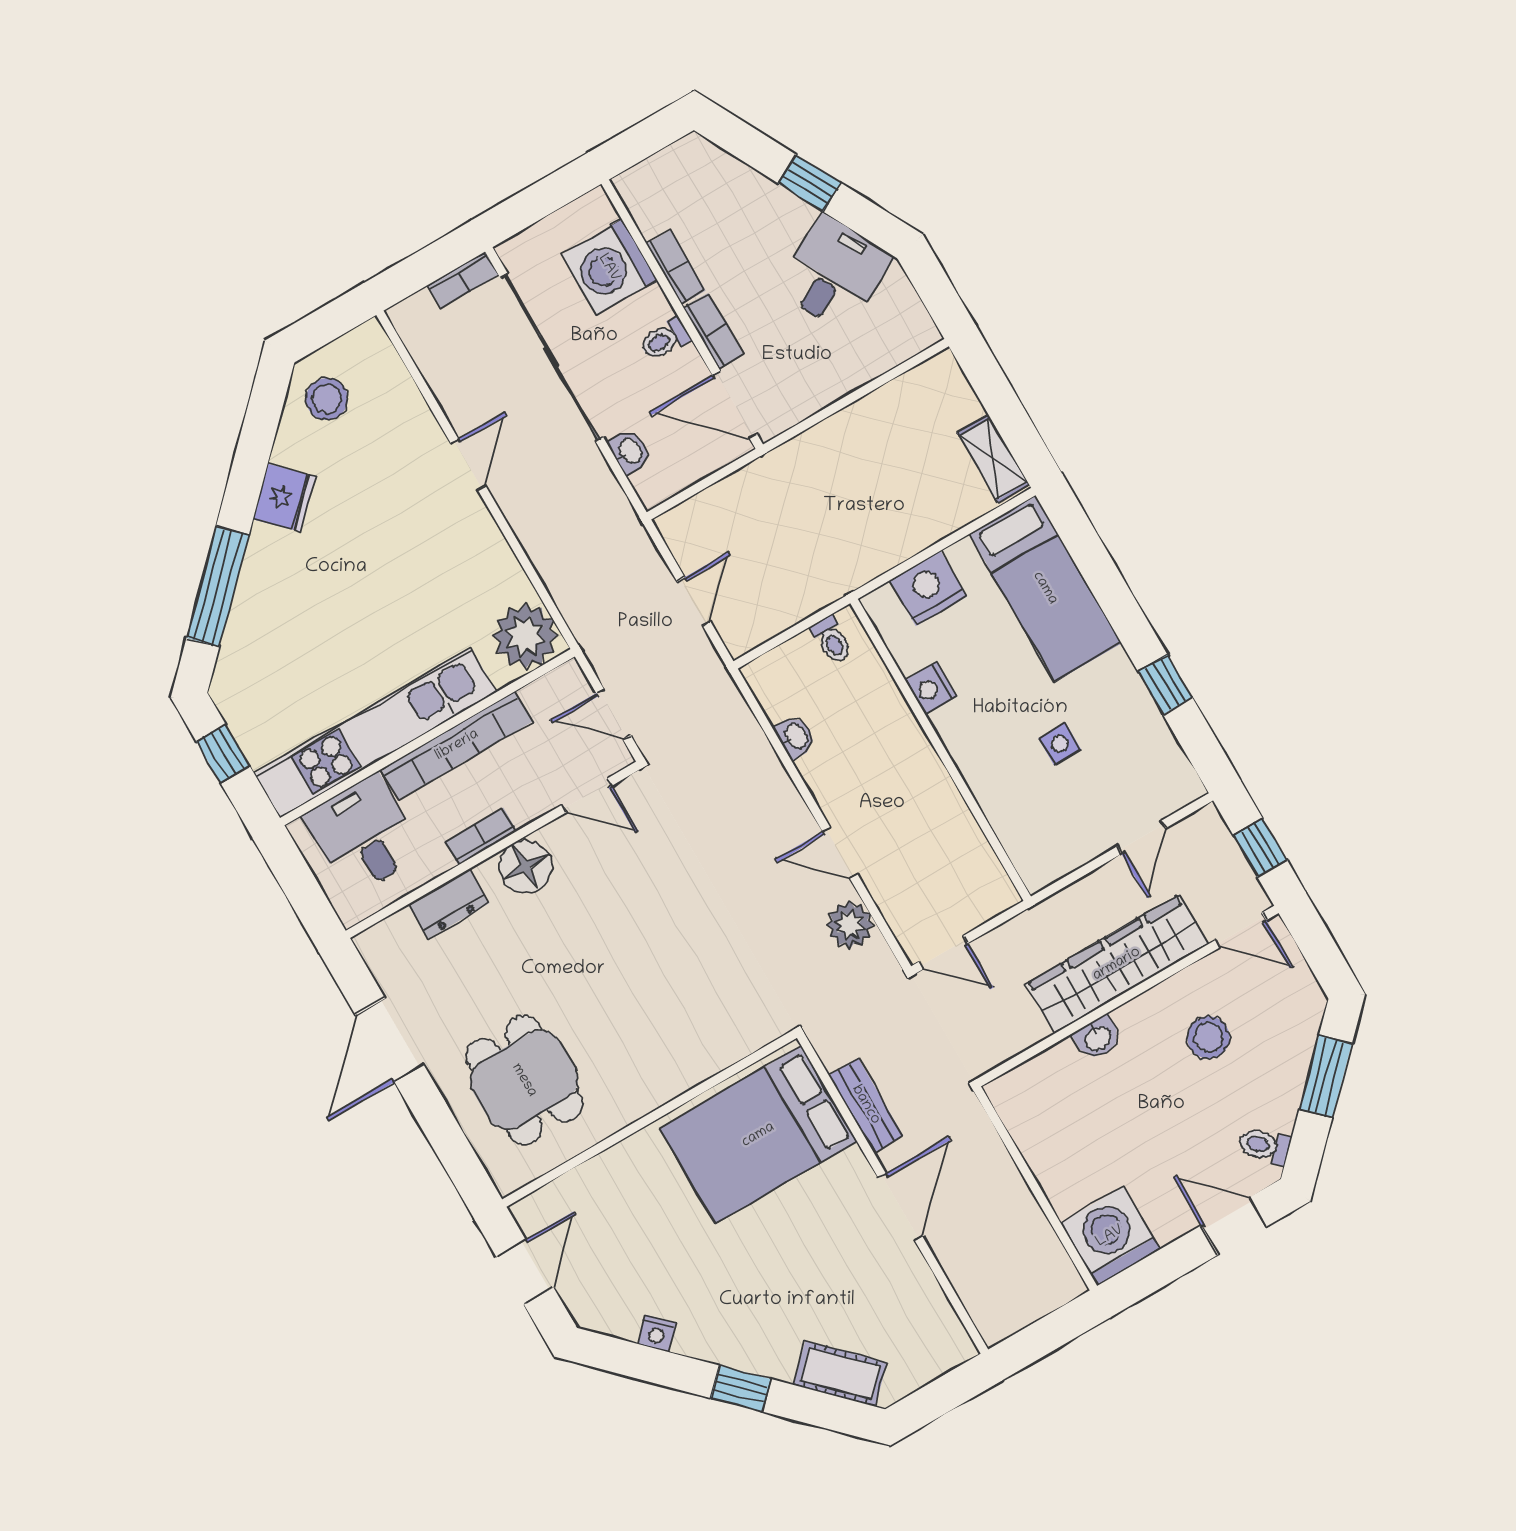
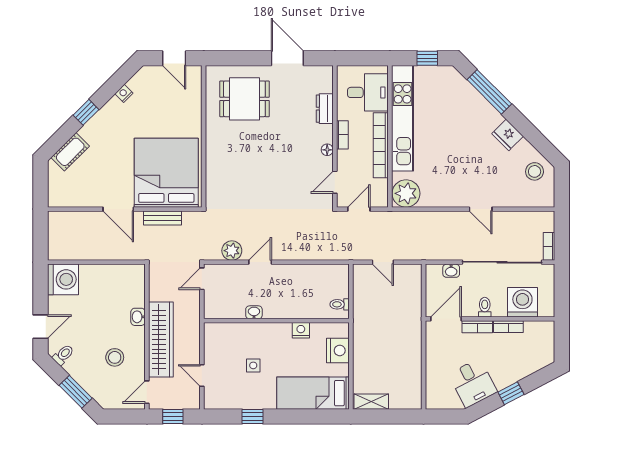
washbasin: (795, 737) -> (254, 312), moved, turned 180
floor lamp: (525, 867) -> (327, 150), width x0.53, depth x0.53
bed: (758, 1135) -> (166, 173), width x1.36

